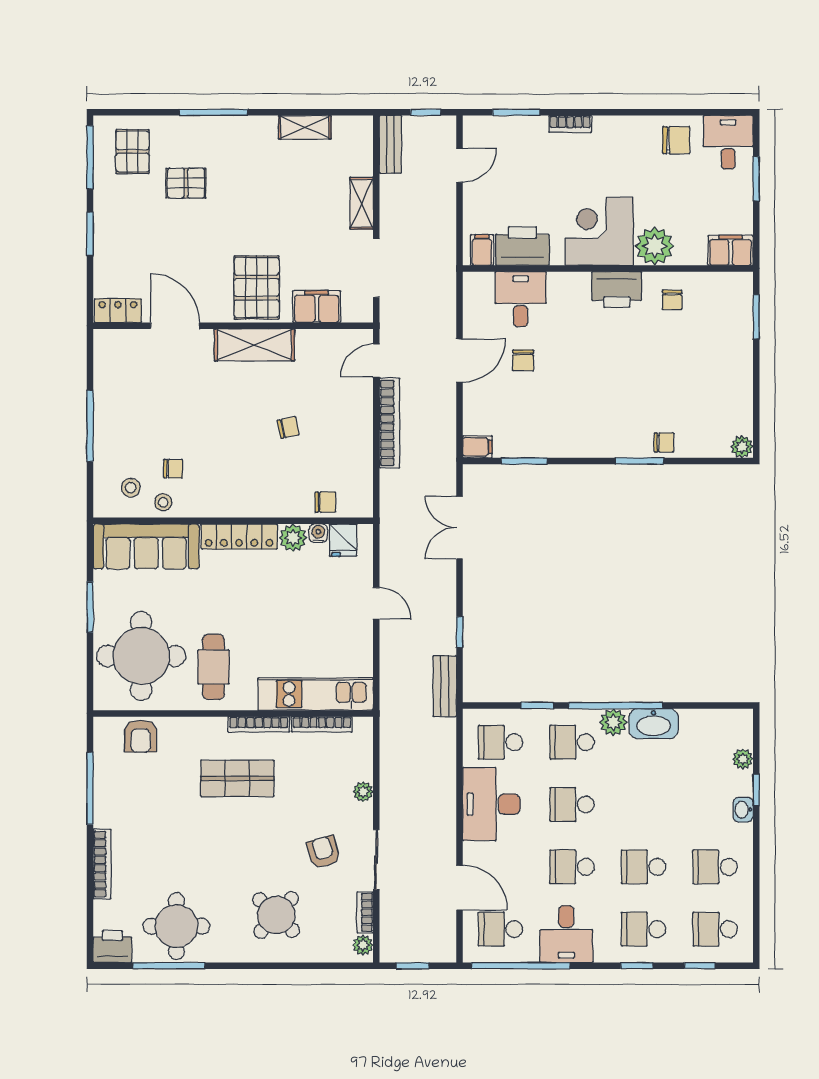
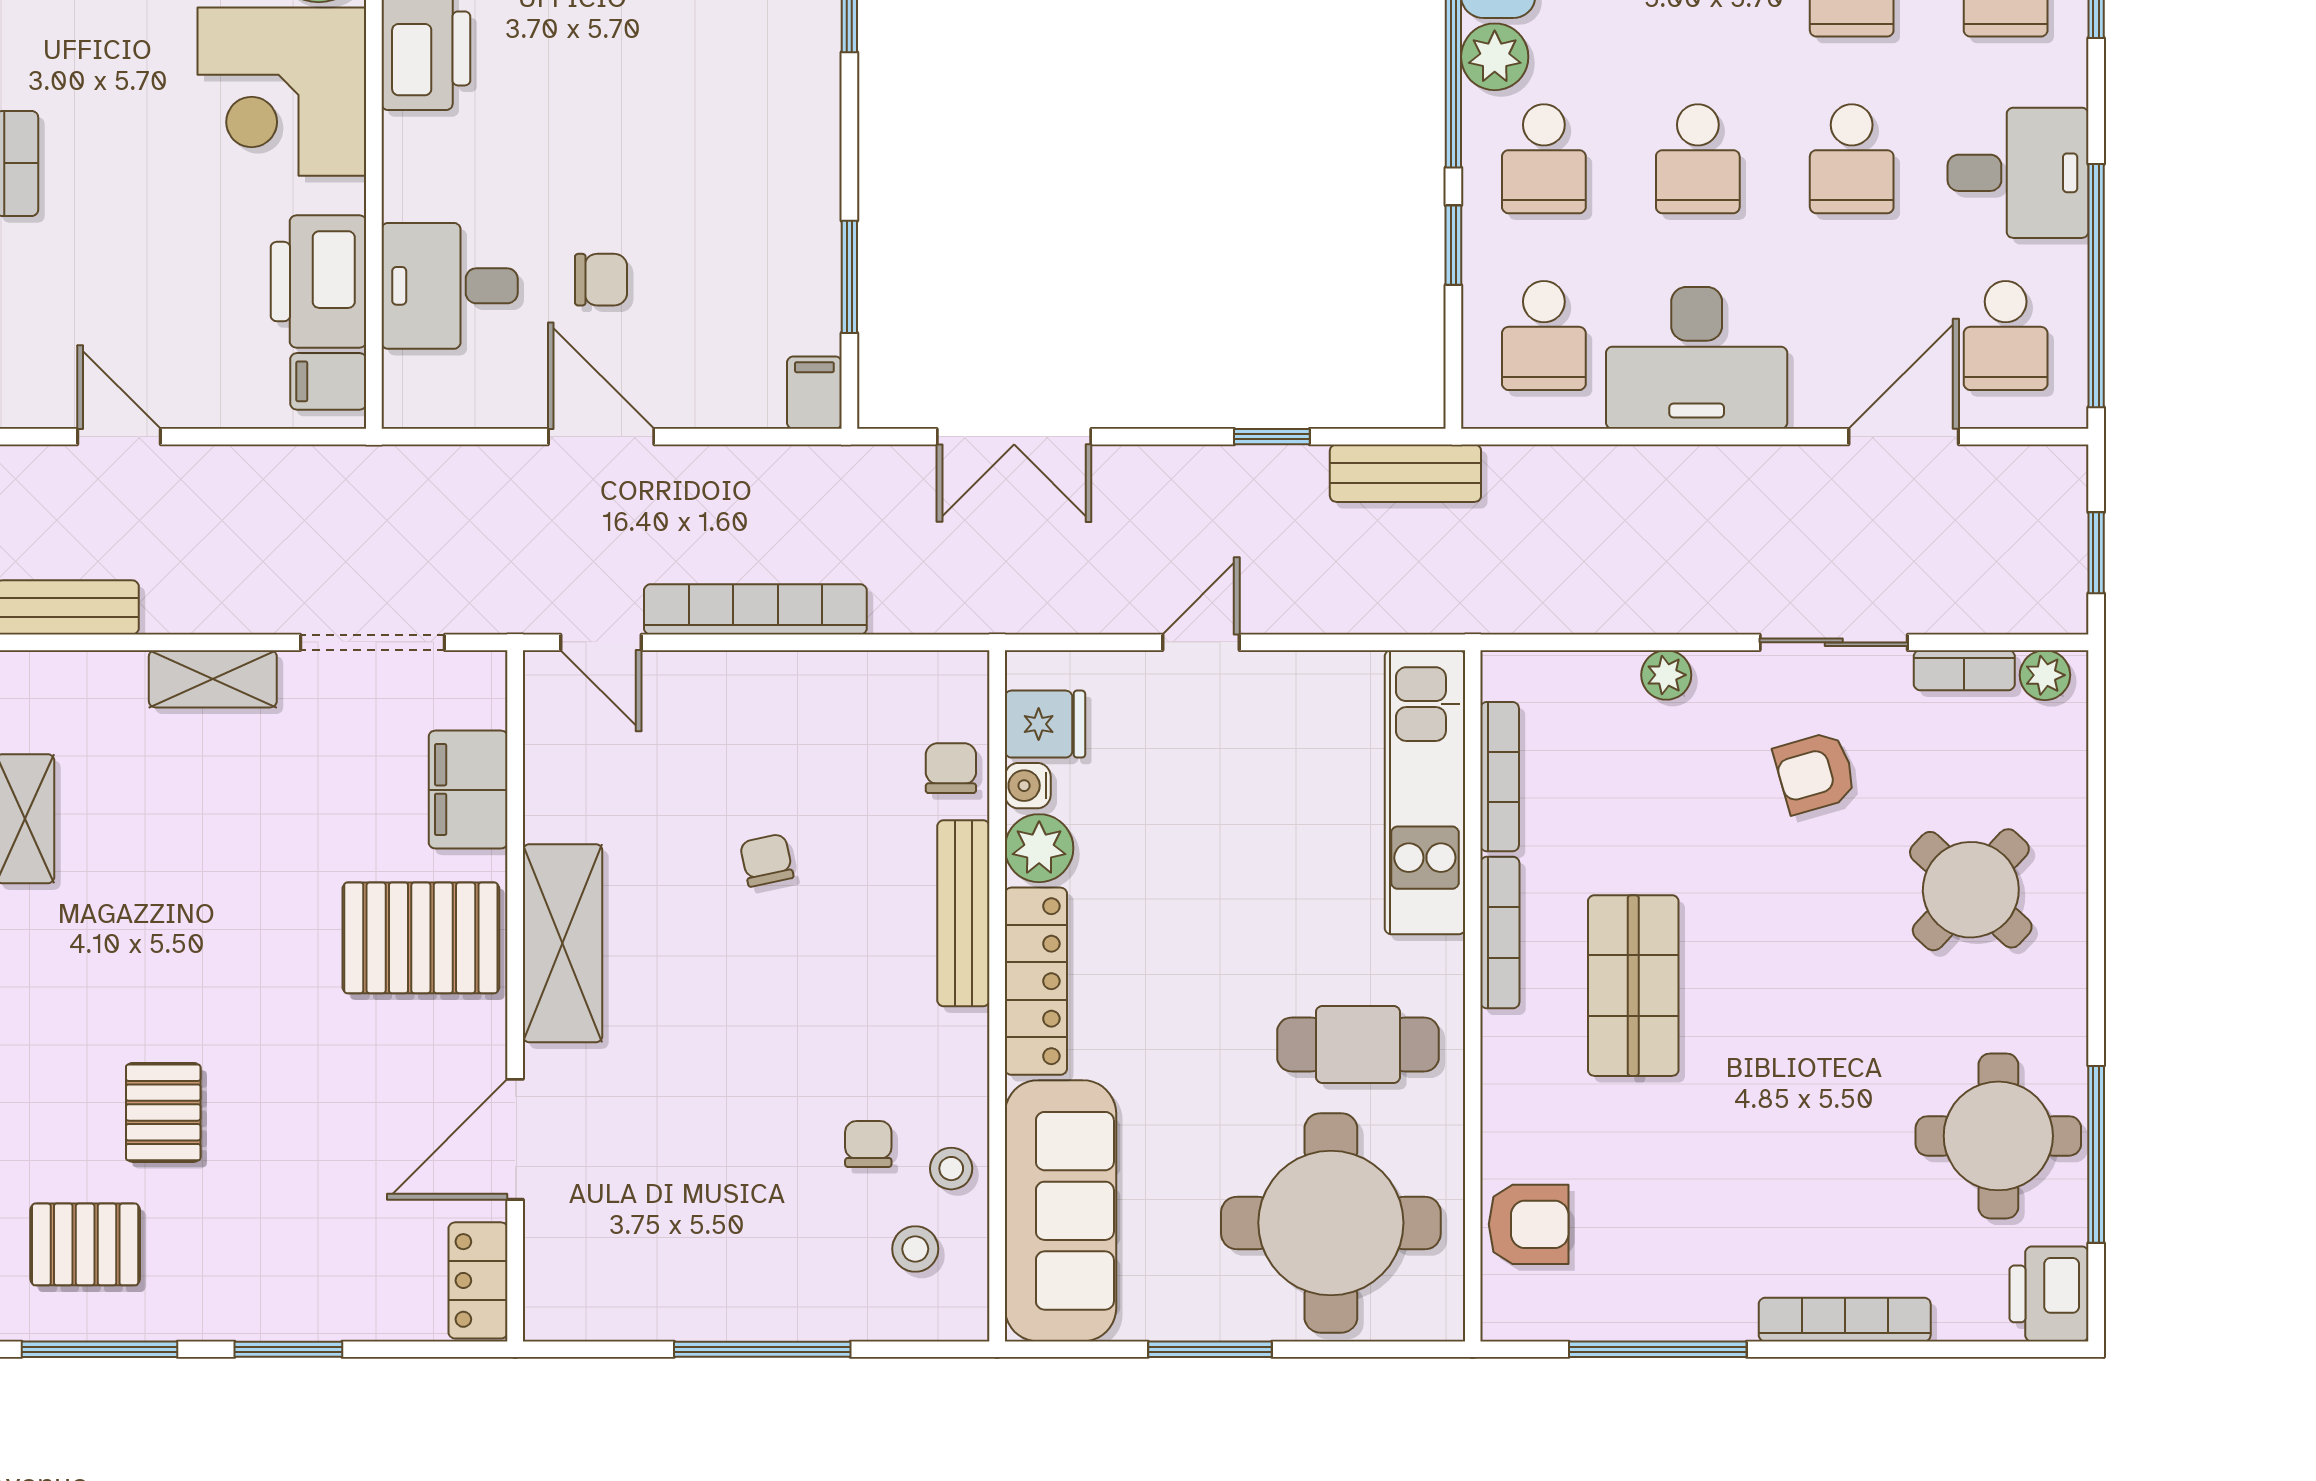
bench: (267, 507) -> (963, 913), added

